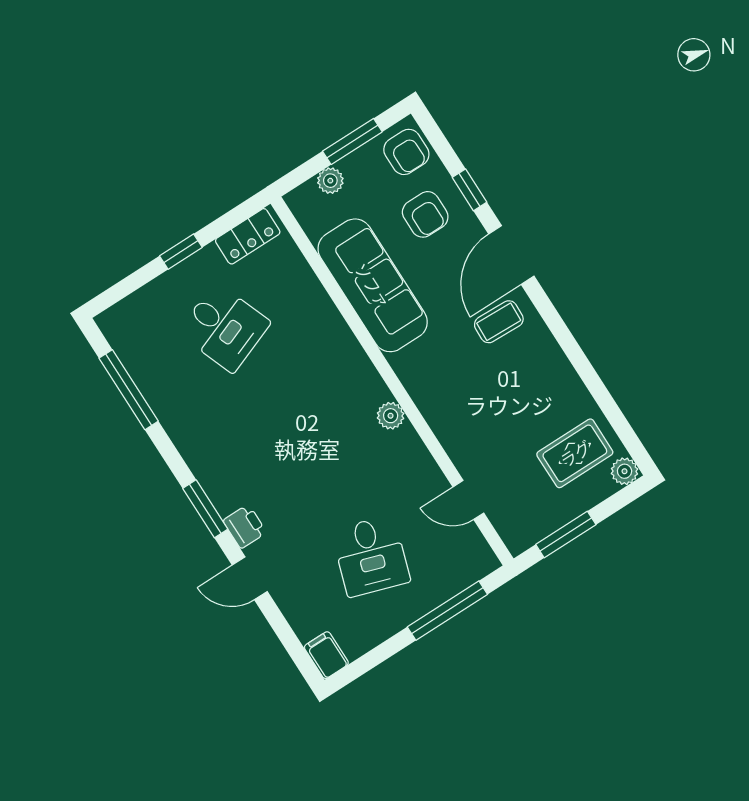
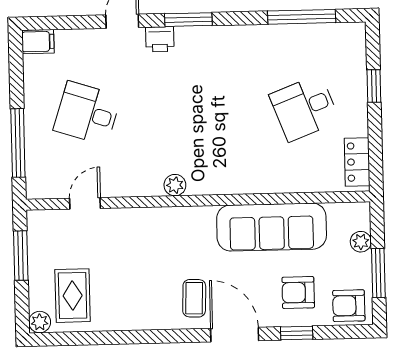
window: (181, 252) -> (374, 86), moved

